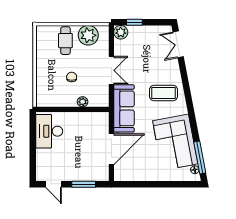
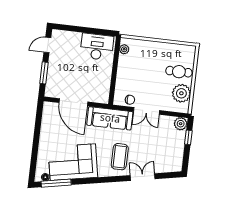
double door: (178, 44) -> (143, 177), moved
chair: (72, 77) -> (130, 100), moved
plant: (83, 102) -> (124, 49), moved

